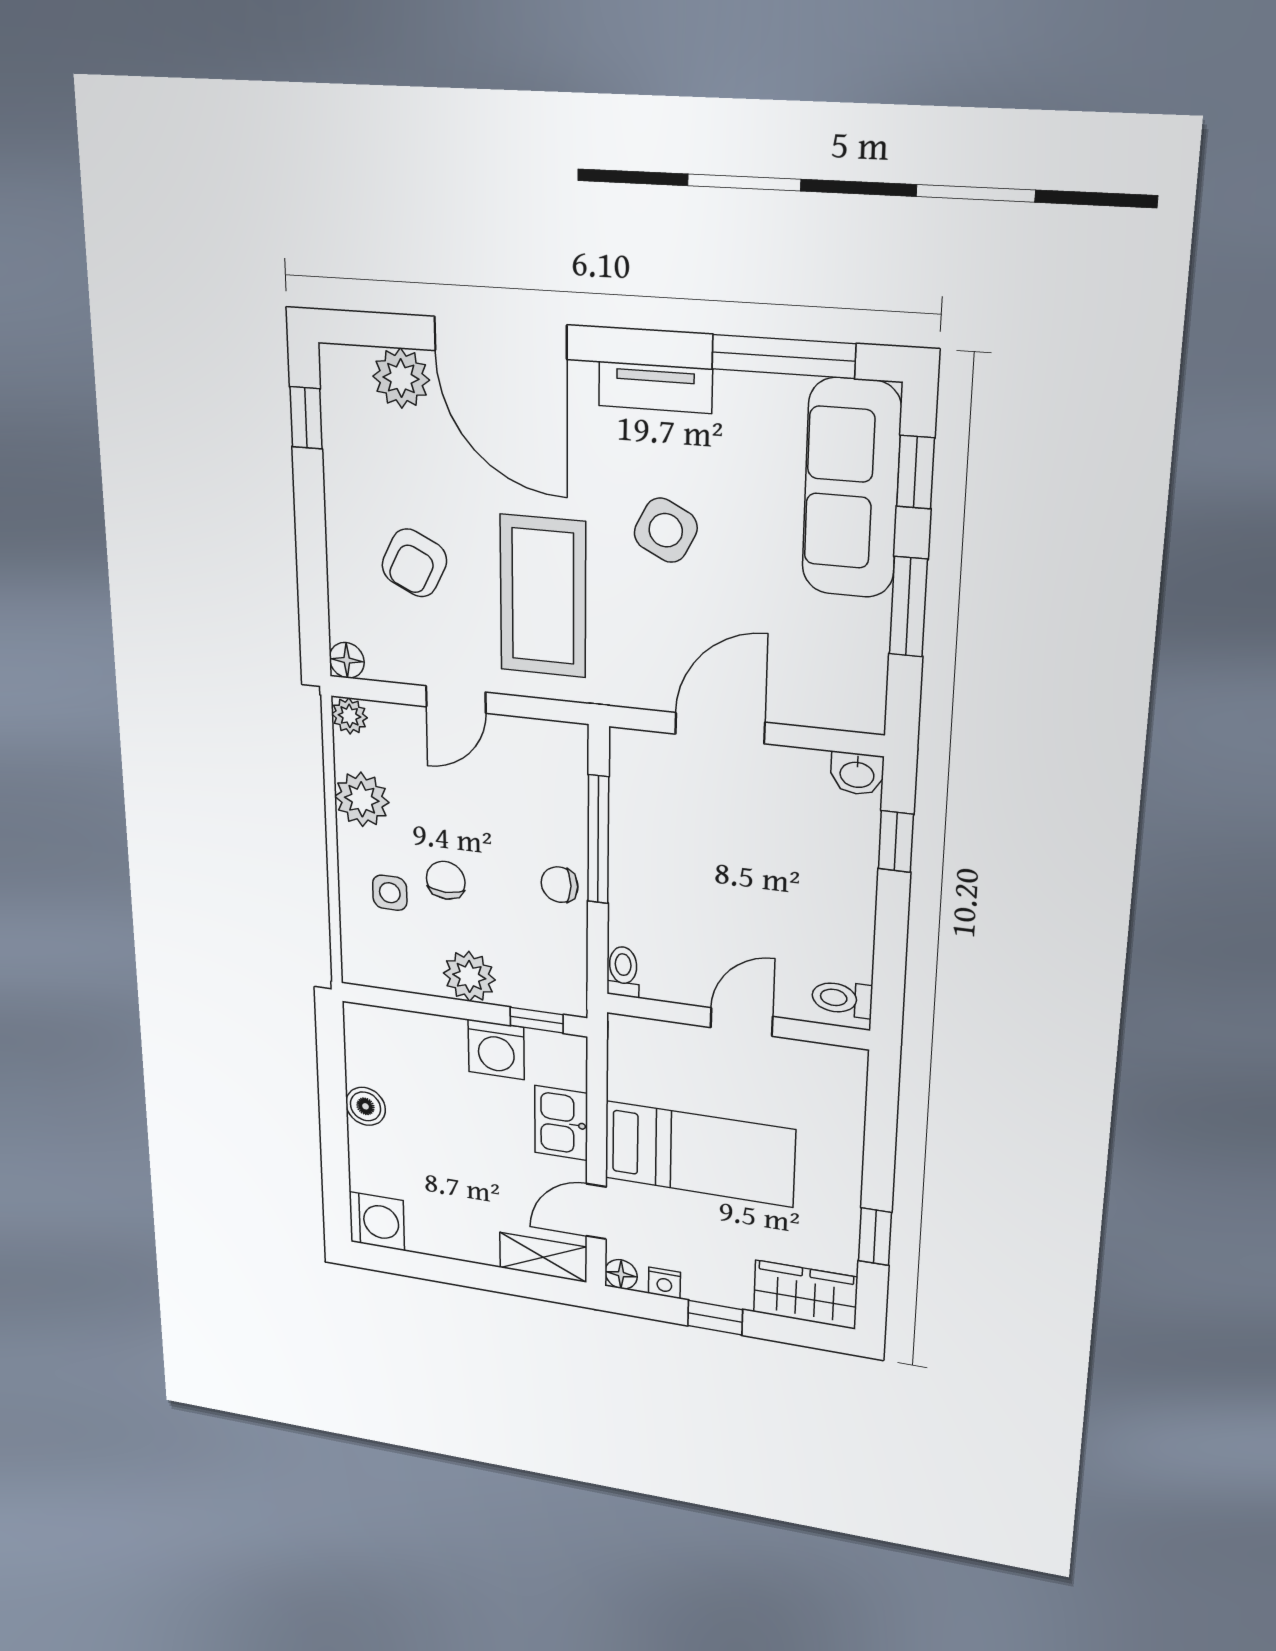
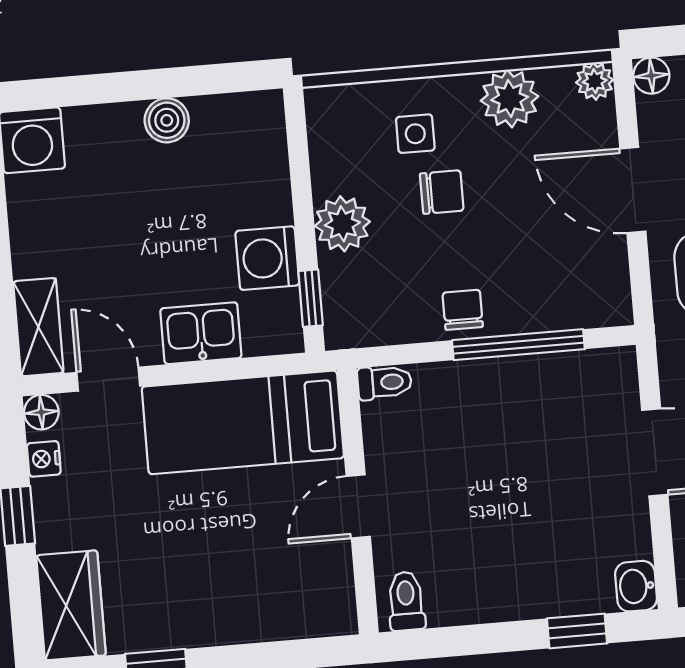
door: (456, 699) -> (633, 190), width x1.38
door: (742, 1022) -> (358, 506), swing flipped
bed: (699, 1154) -> (243, 422), moved, turned 90

